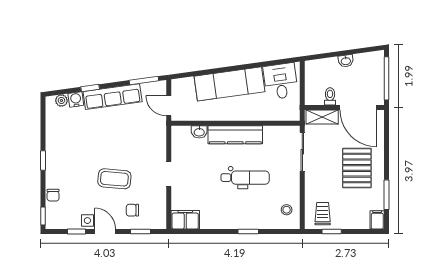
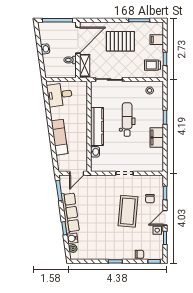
exam couch: (229, 84) -> (60, 137), width x0.73, depth x0.69
coffee table: (114, 179) -> (128, 211), width x1.36, depth x1.32
filing cabinet: (185, 220) -> (157, 138), moved
filing cabinet: (377, 220) -> (157, 40), moved

